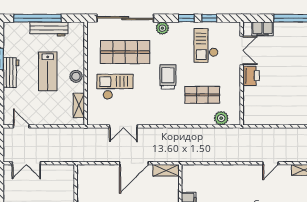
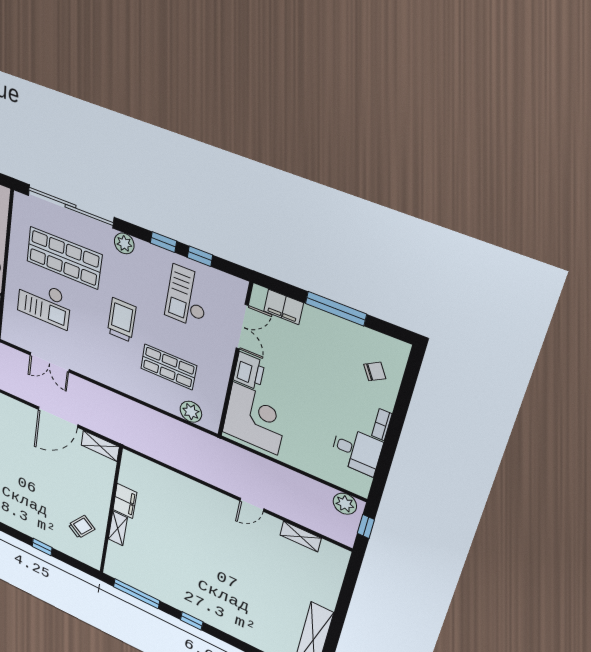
checkout: (115, 87) -> (44, 302), turned 180
corner desk: (261, 104) -> (255, 419), added

